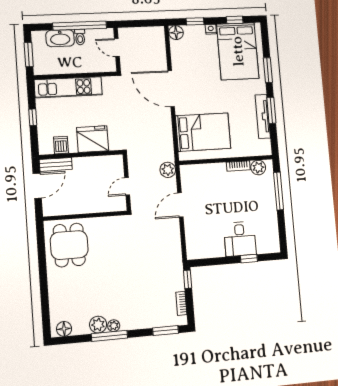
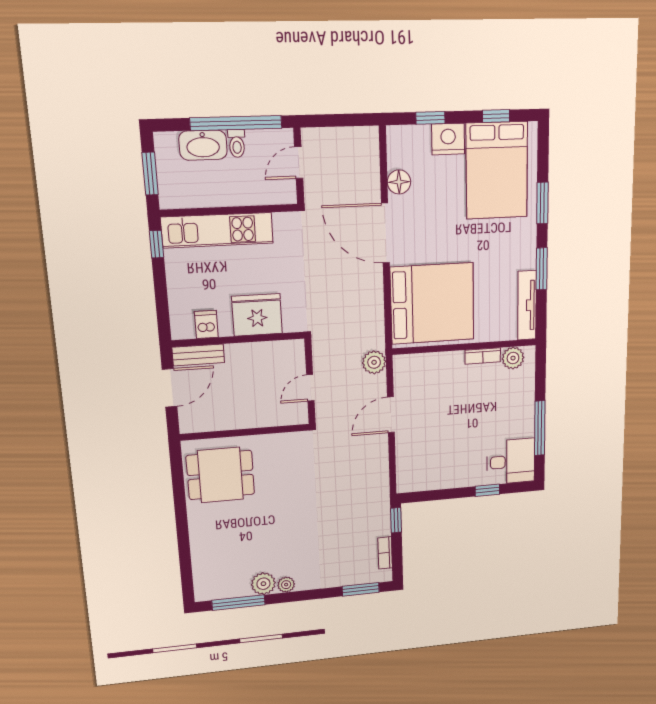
nightstand: (211, 29) -> (448, 139), width x1.89, depth x1.79
floor lamp: (176, 33) -> (399, 182), moved
door: (117, 48) -> (299, 163), hinge flipped
tv unit: (263, 116) -> (527, 305), moved
window: (33, 117) -> (157, 244), moved
bed: (203, 132) -> (432, 304), width x1.36
window: (279, 191) -> (540, 428), moved
desk: (240, 239) -> (511, 461), moved, turned -90
dining table: (69, 245) -> (220, 475), turned 90
floor lamp: (64, 329) -> (214, 590), removed
window: (109, 336) -> (239, 603), moved

